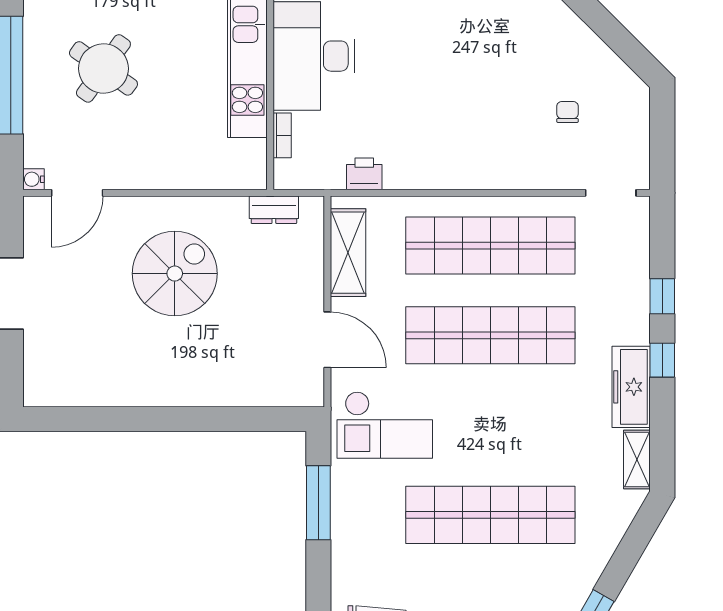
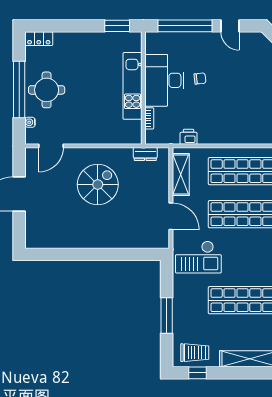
chair: (388, 52) -> (200, 79), added
round table: (103, 68) -> (47, 90), moved, turned -35
water cooler: (33, 179) -> (30, 122), moved
window: (318, 503) -> (167, 315), moved

